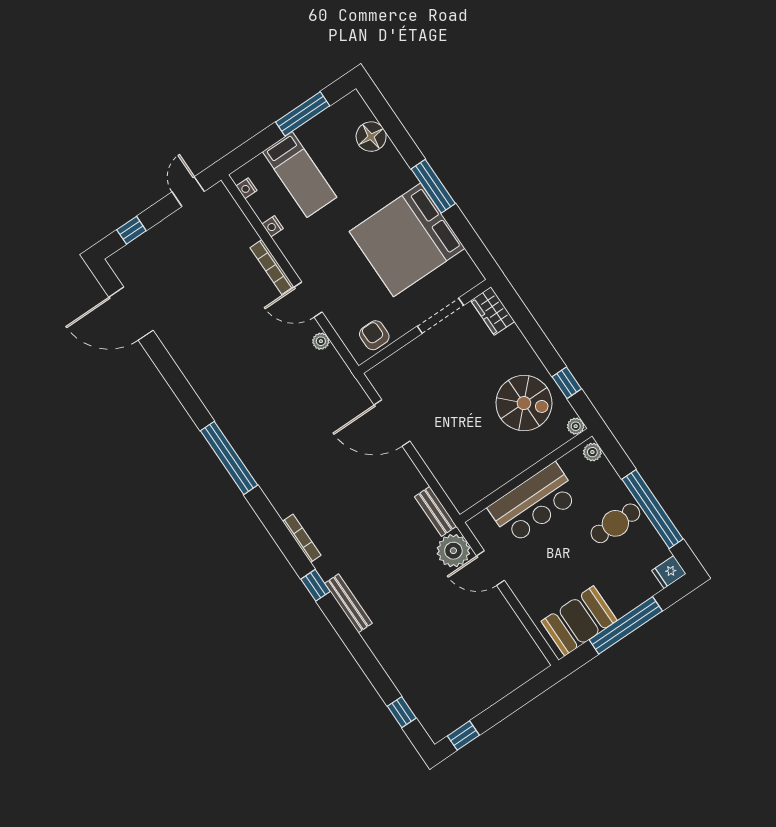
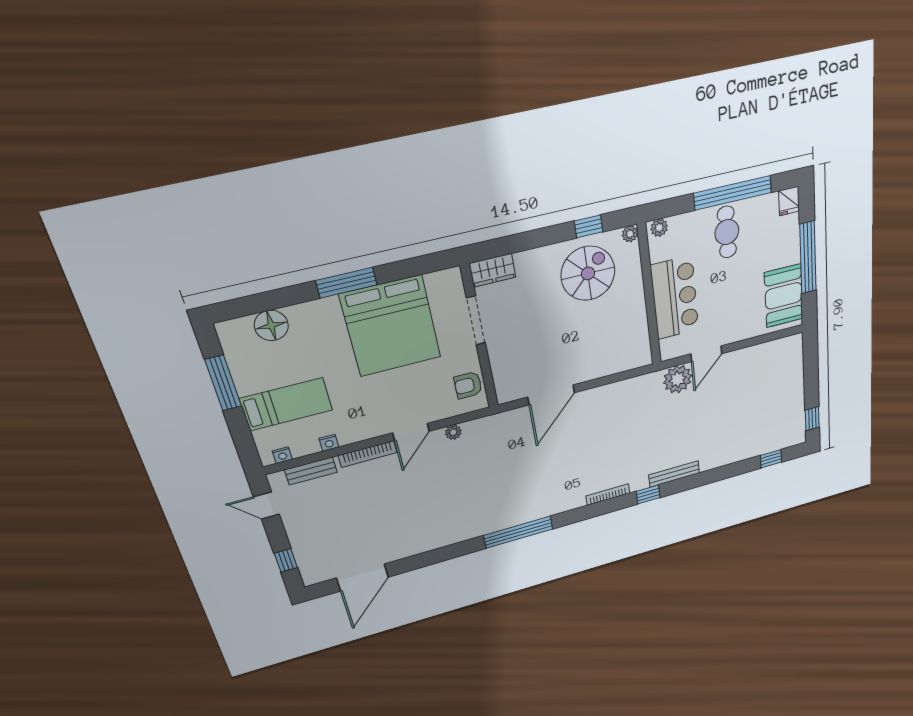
bench: (436, 511) -> (311, 471), moved

